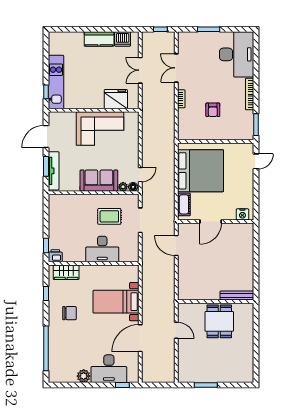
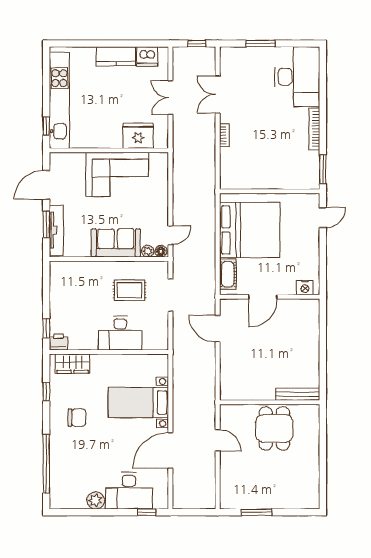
kitchen unit: (56, 82) -> (59, 100), width x1.36
armchair: (213, 110) -> (266, 150), removed

